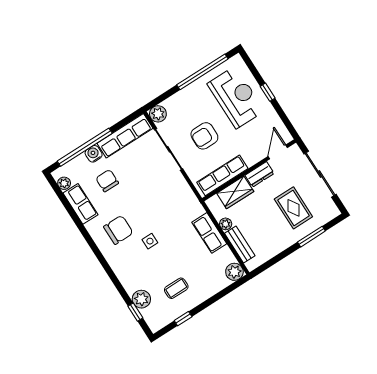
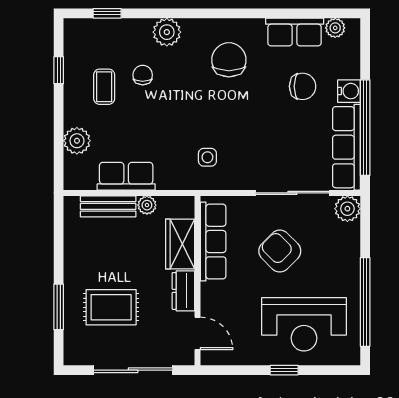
armchair: (204, 136) -> (280, 251), turned -45
window: (85, 147) -> (365, 128), moved
chair: (118, 230) -> (229, 60), turned 180
row of seats: (209, 233) -> (126, 176), moved
side table: (150, 241) -> (207, 157), moved
chair: (157, 271) -> (143, 75), added
plant: (234, 272) -> (77, 141), moved
plant: (141, 299) -> (167, 32), moved

